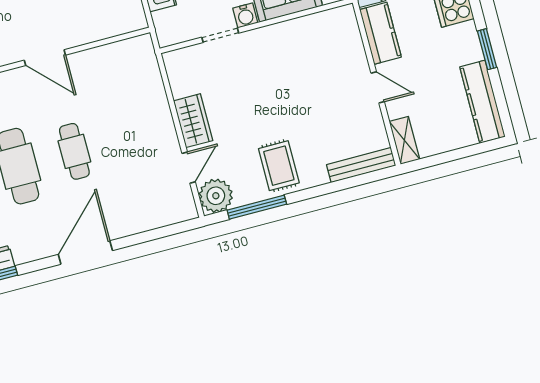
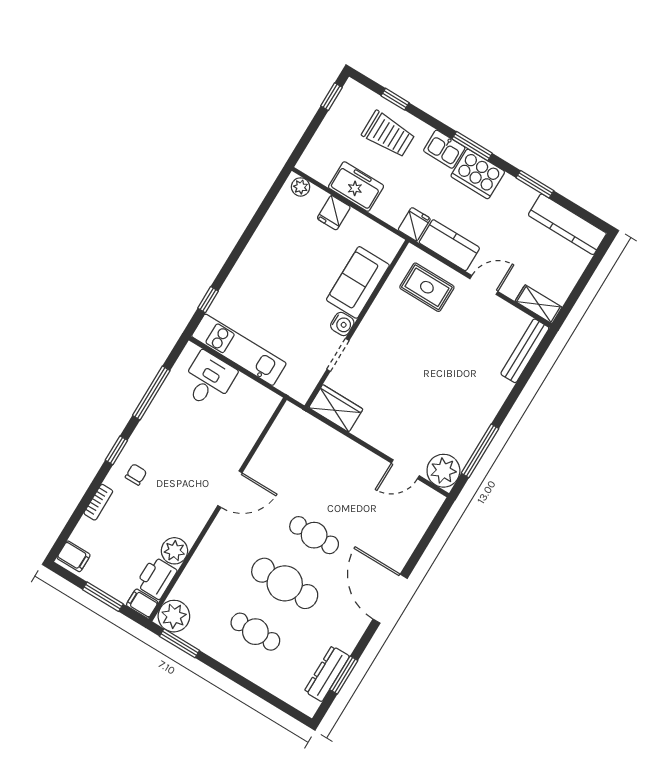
wardrobe: (193, 121) -> (336, 408), moved
rug: (279, 166) -> (427, 287), moved
door: (189, 168) -> (405, 469), swing flipped

